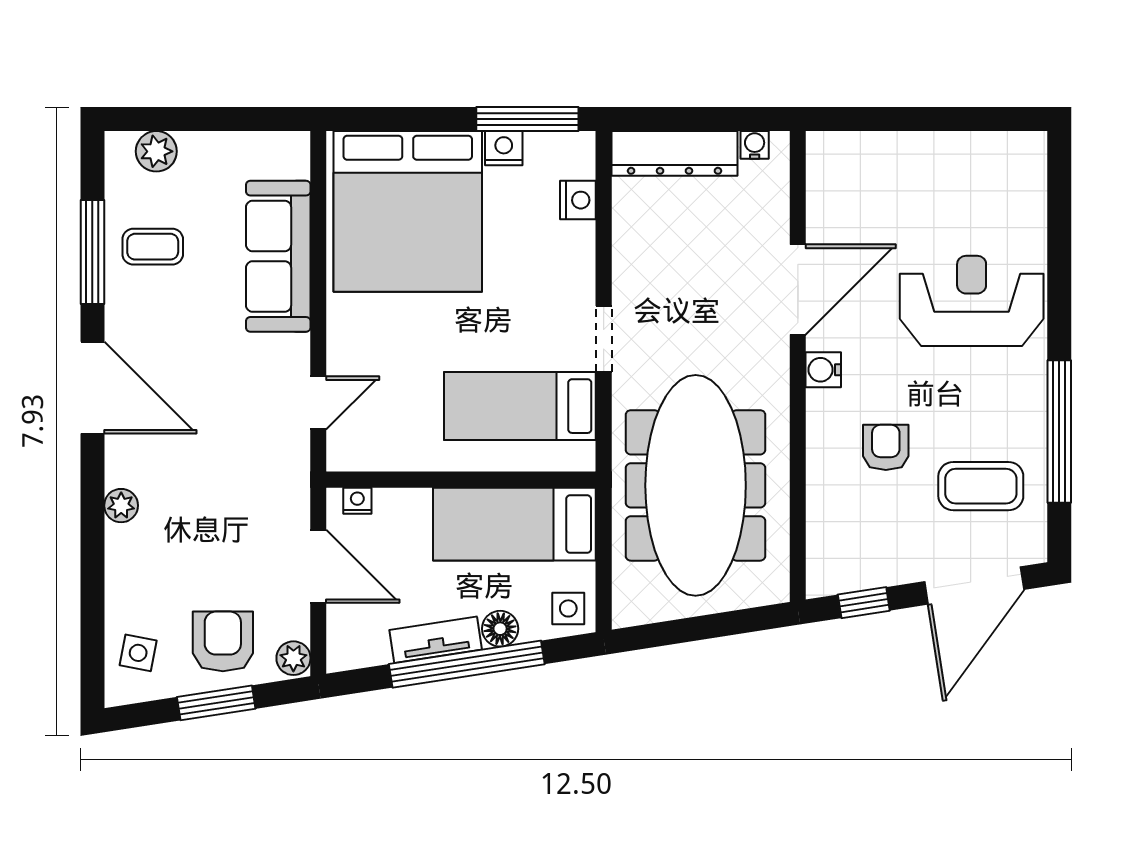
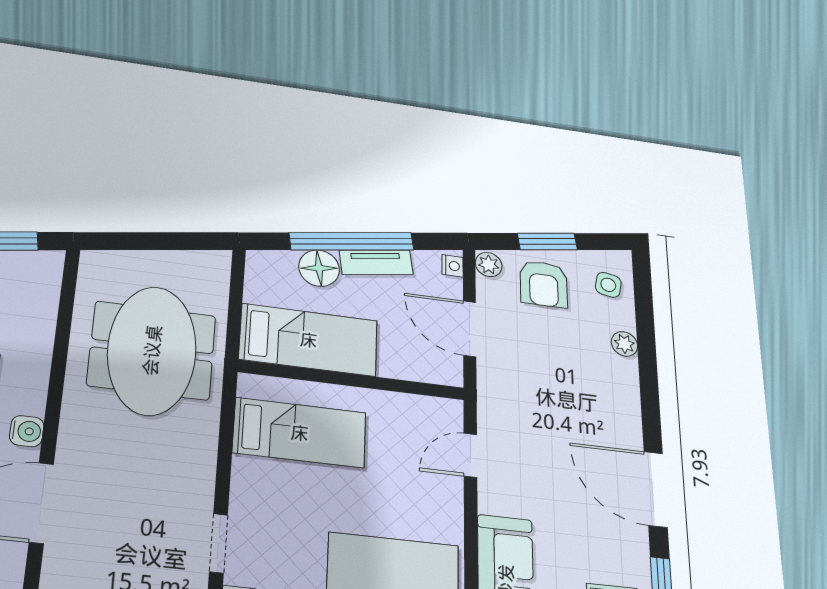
doorway: (604, 339) -> (219, 543), moved
meeting table: (696, 485) -> (152, 350), width x0.73
nightstand: (357, 501) -> (453, 266), moved, turned -90
plant: (121, 506) -> (624, 344), moved
side table: (568, 608) -> (267, 270), removed
floor lamp: (500, 629) -> (319, 268), width x1.38, depth x1.38

